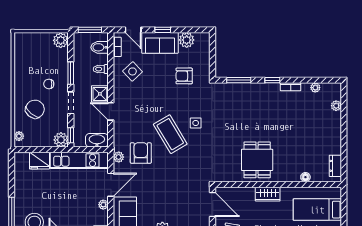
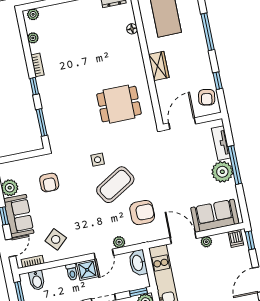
toilet: (101, 69) -> (72, 272), moved
plant: (336, 106) -> (33, 14), moved
armchair: (141, 153) -> (142, 213), turned 180
plant: (119, 157) -> (119, 242), moved
dining table: (257, 160) -> (119, 104), moved

